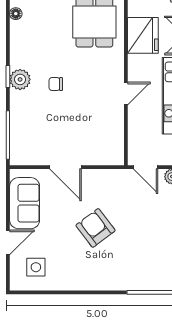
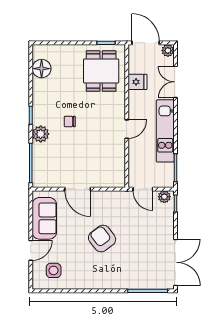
floor lamp: (16, 14) -> (42, 69), width x1.89, depth x1.89
fridge: (143, 35) -> (138, 82), width x0.53, depth x0.75
plant: (20, 79) -> (41, 134), moved

